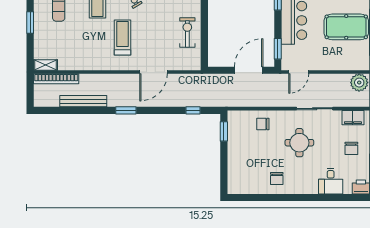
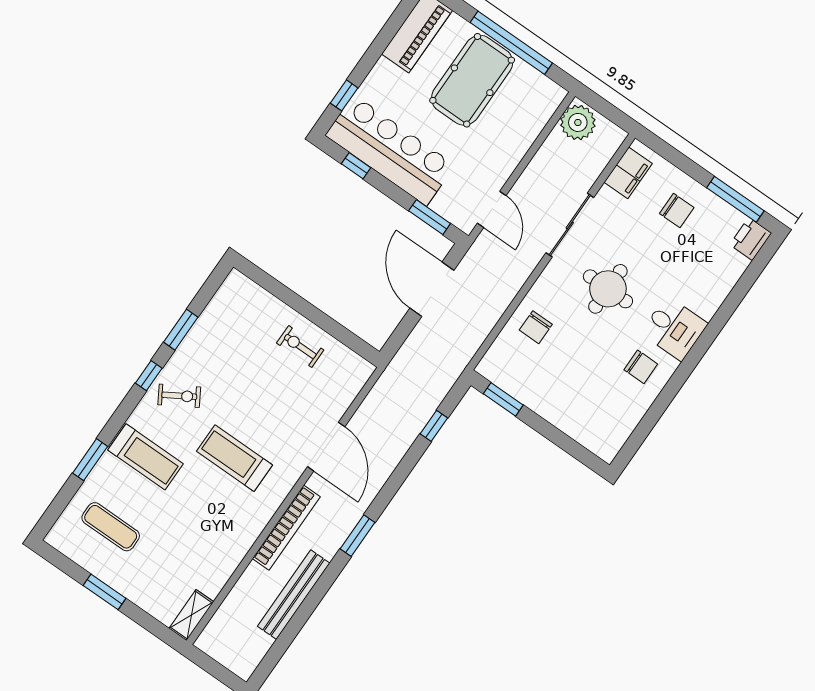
exercise bike: (187, 33) -> (300, 346), width x0.73, depth x0.72
bookcase: (56, 79) -> (286, 528), moved
desk: (331, 181) -> (674, 328), moved

